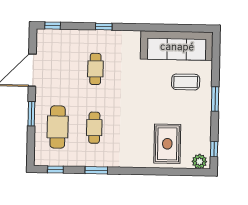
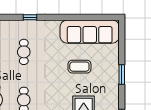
coffee table: (186, 82) -> (79, 67), moved

